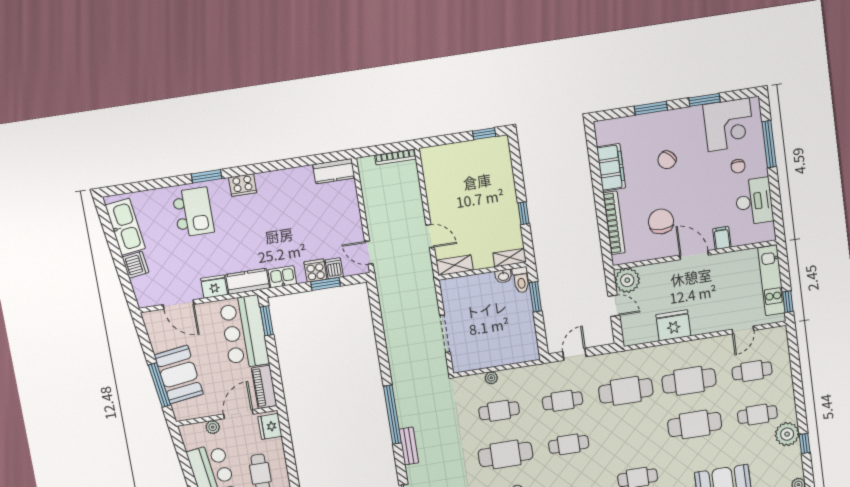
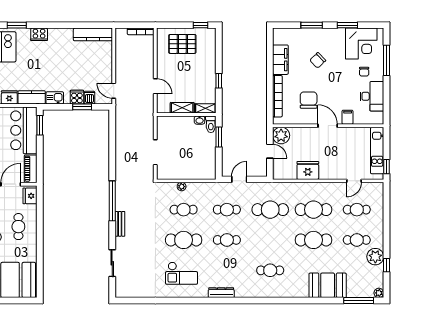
pallet: (461, 166) -> (182, 44), added
kitchen counter: (334, 171) -> (93, 34), width x1.50
shelving: (455, 265) -> (182, 108), moved

